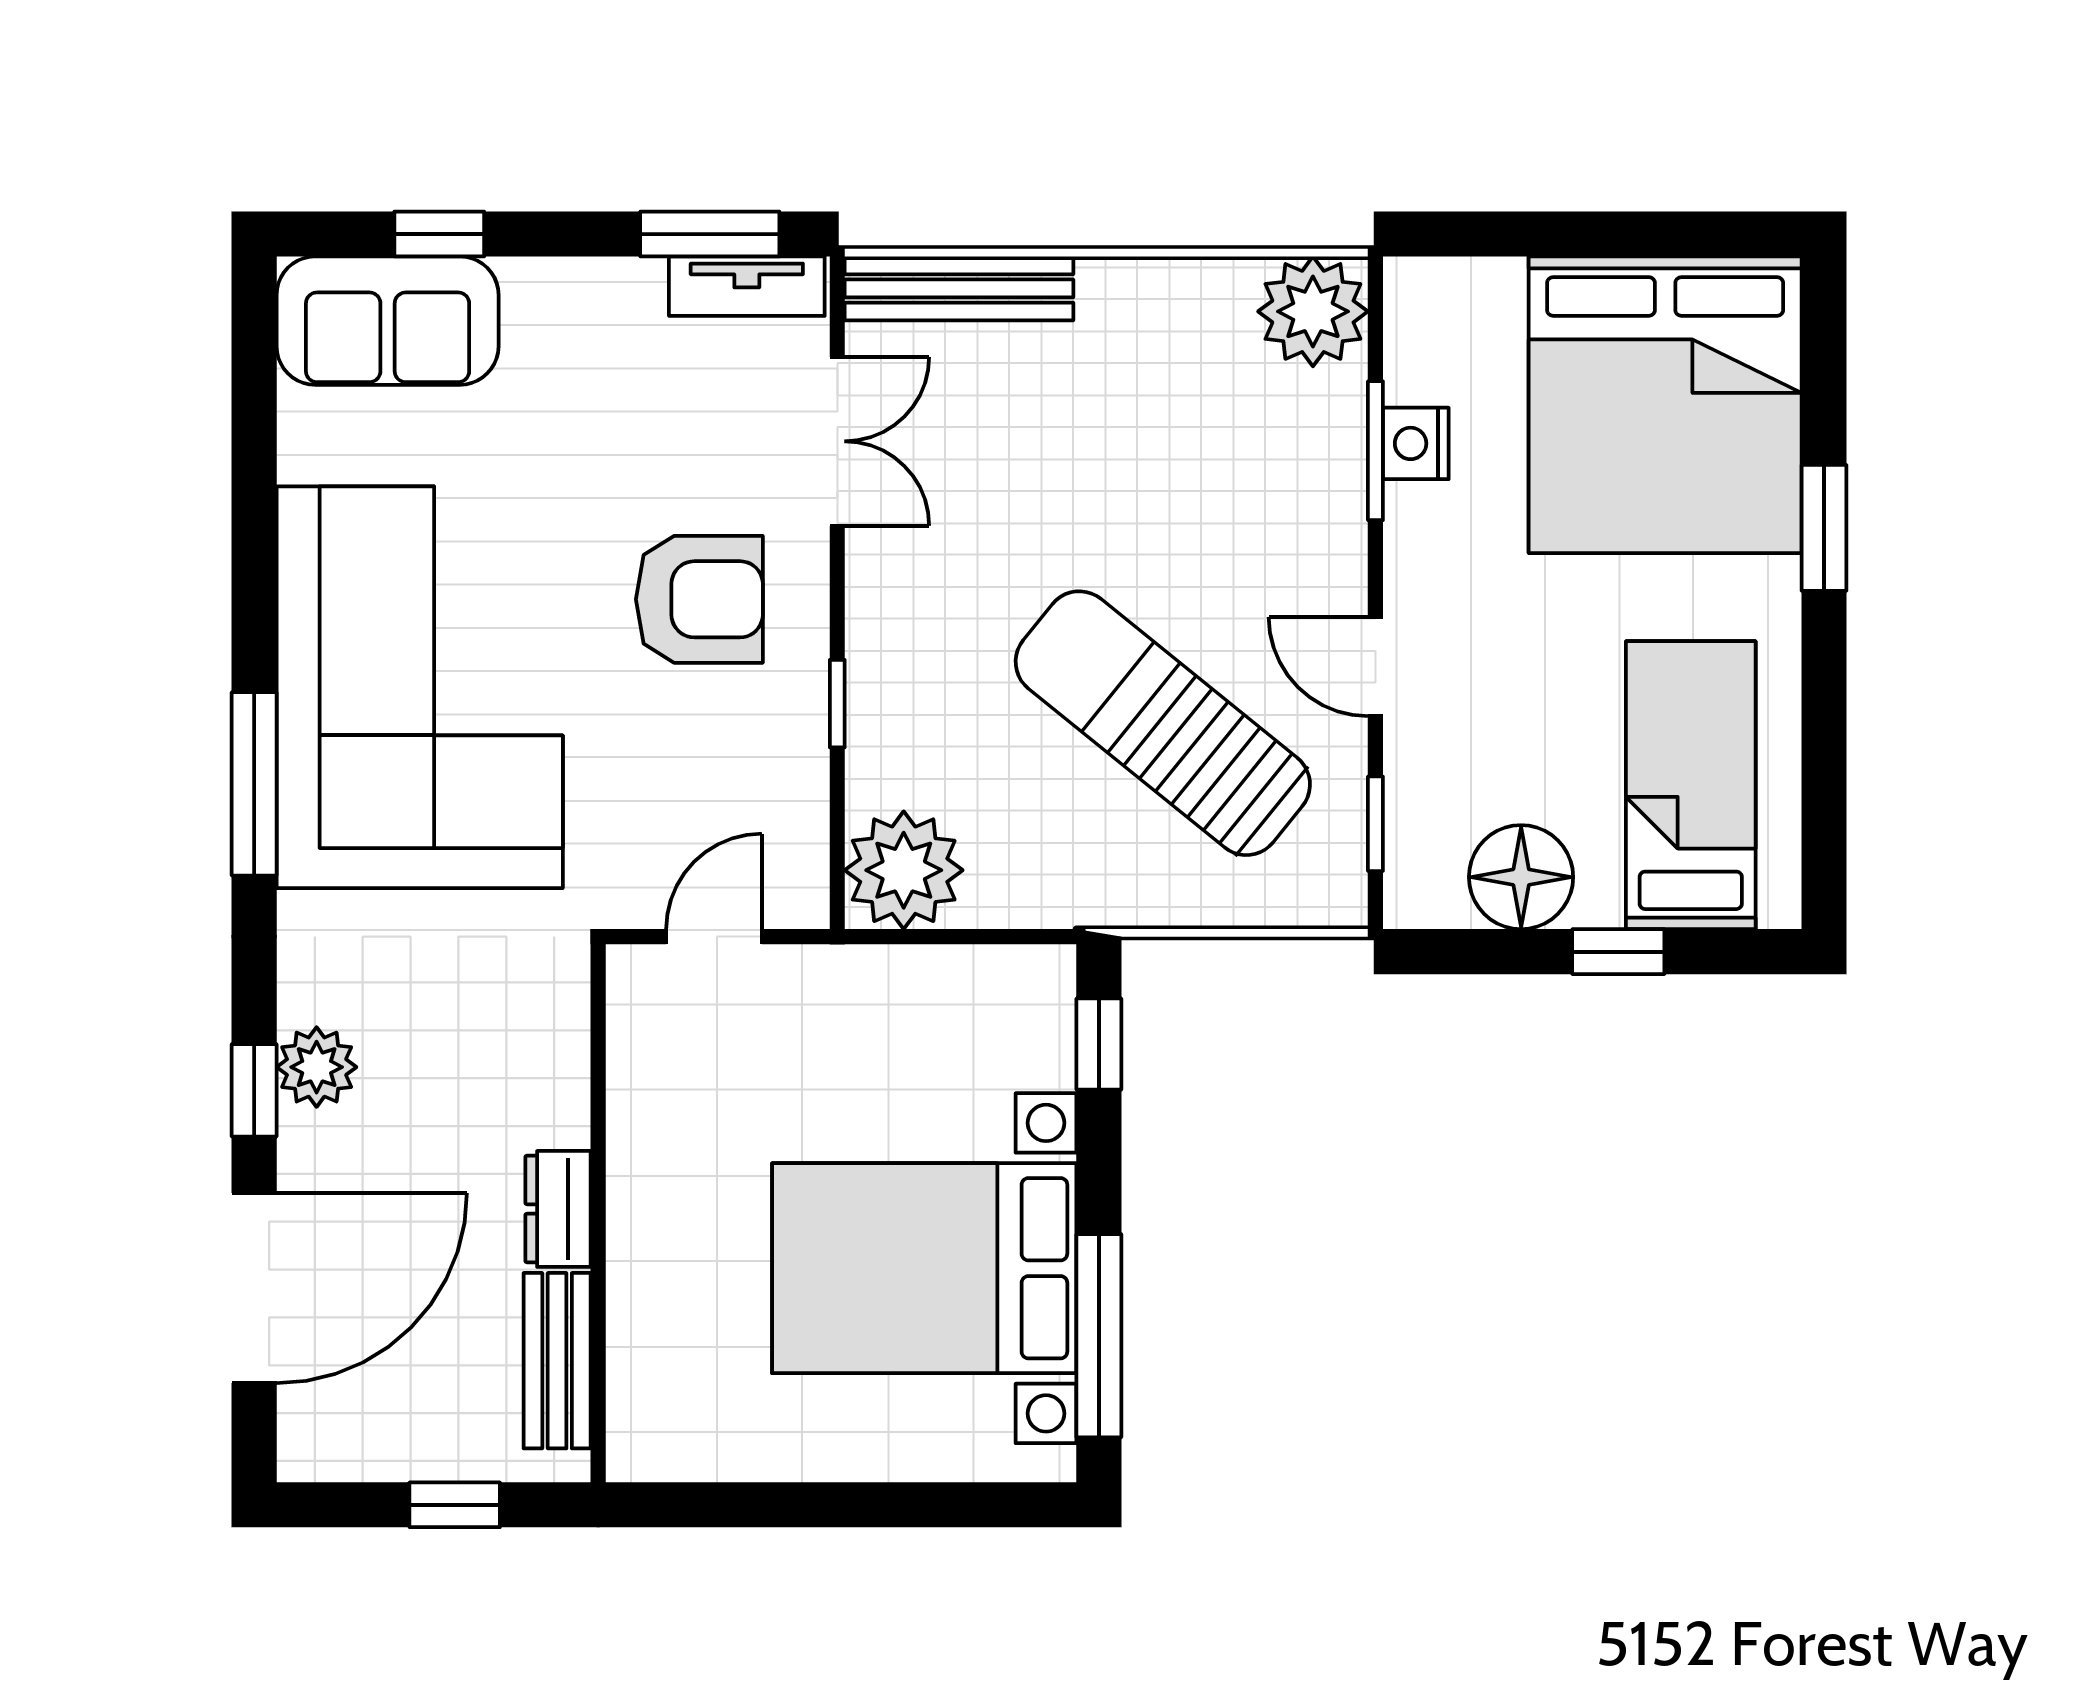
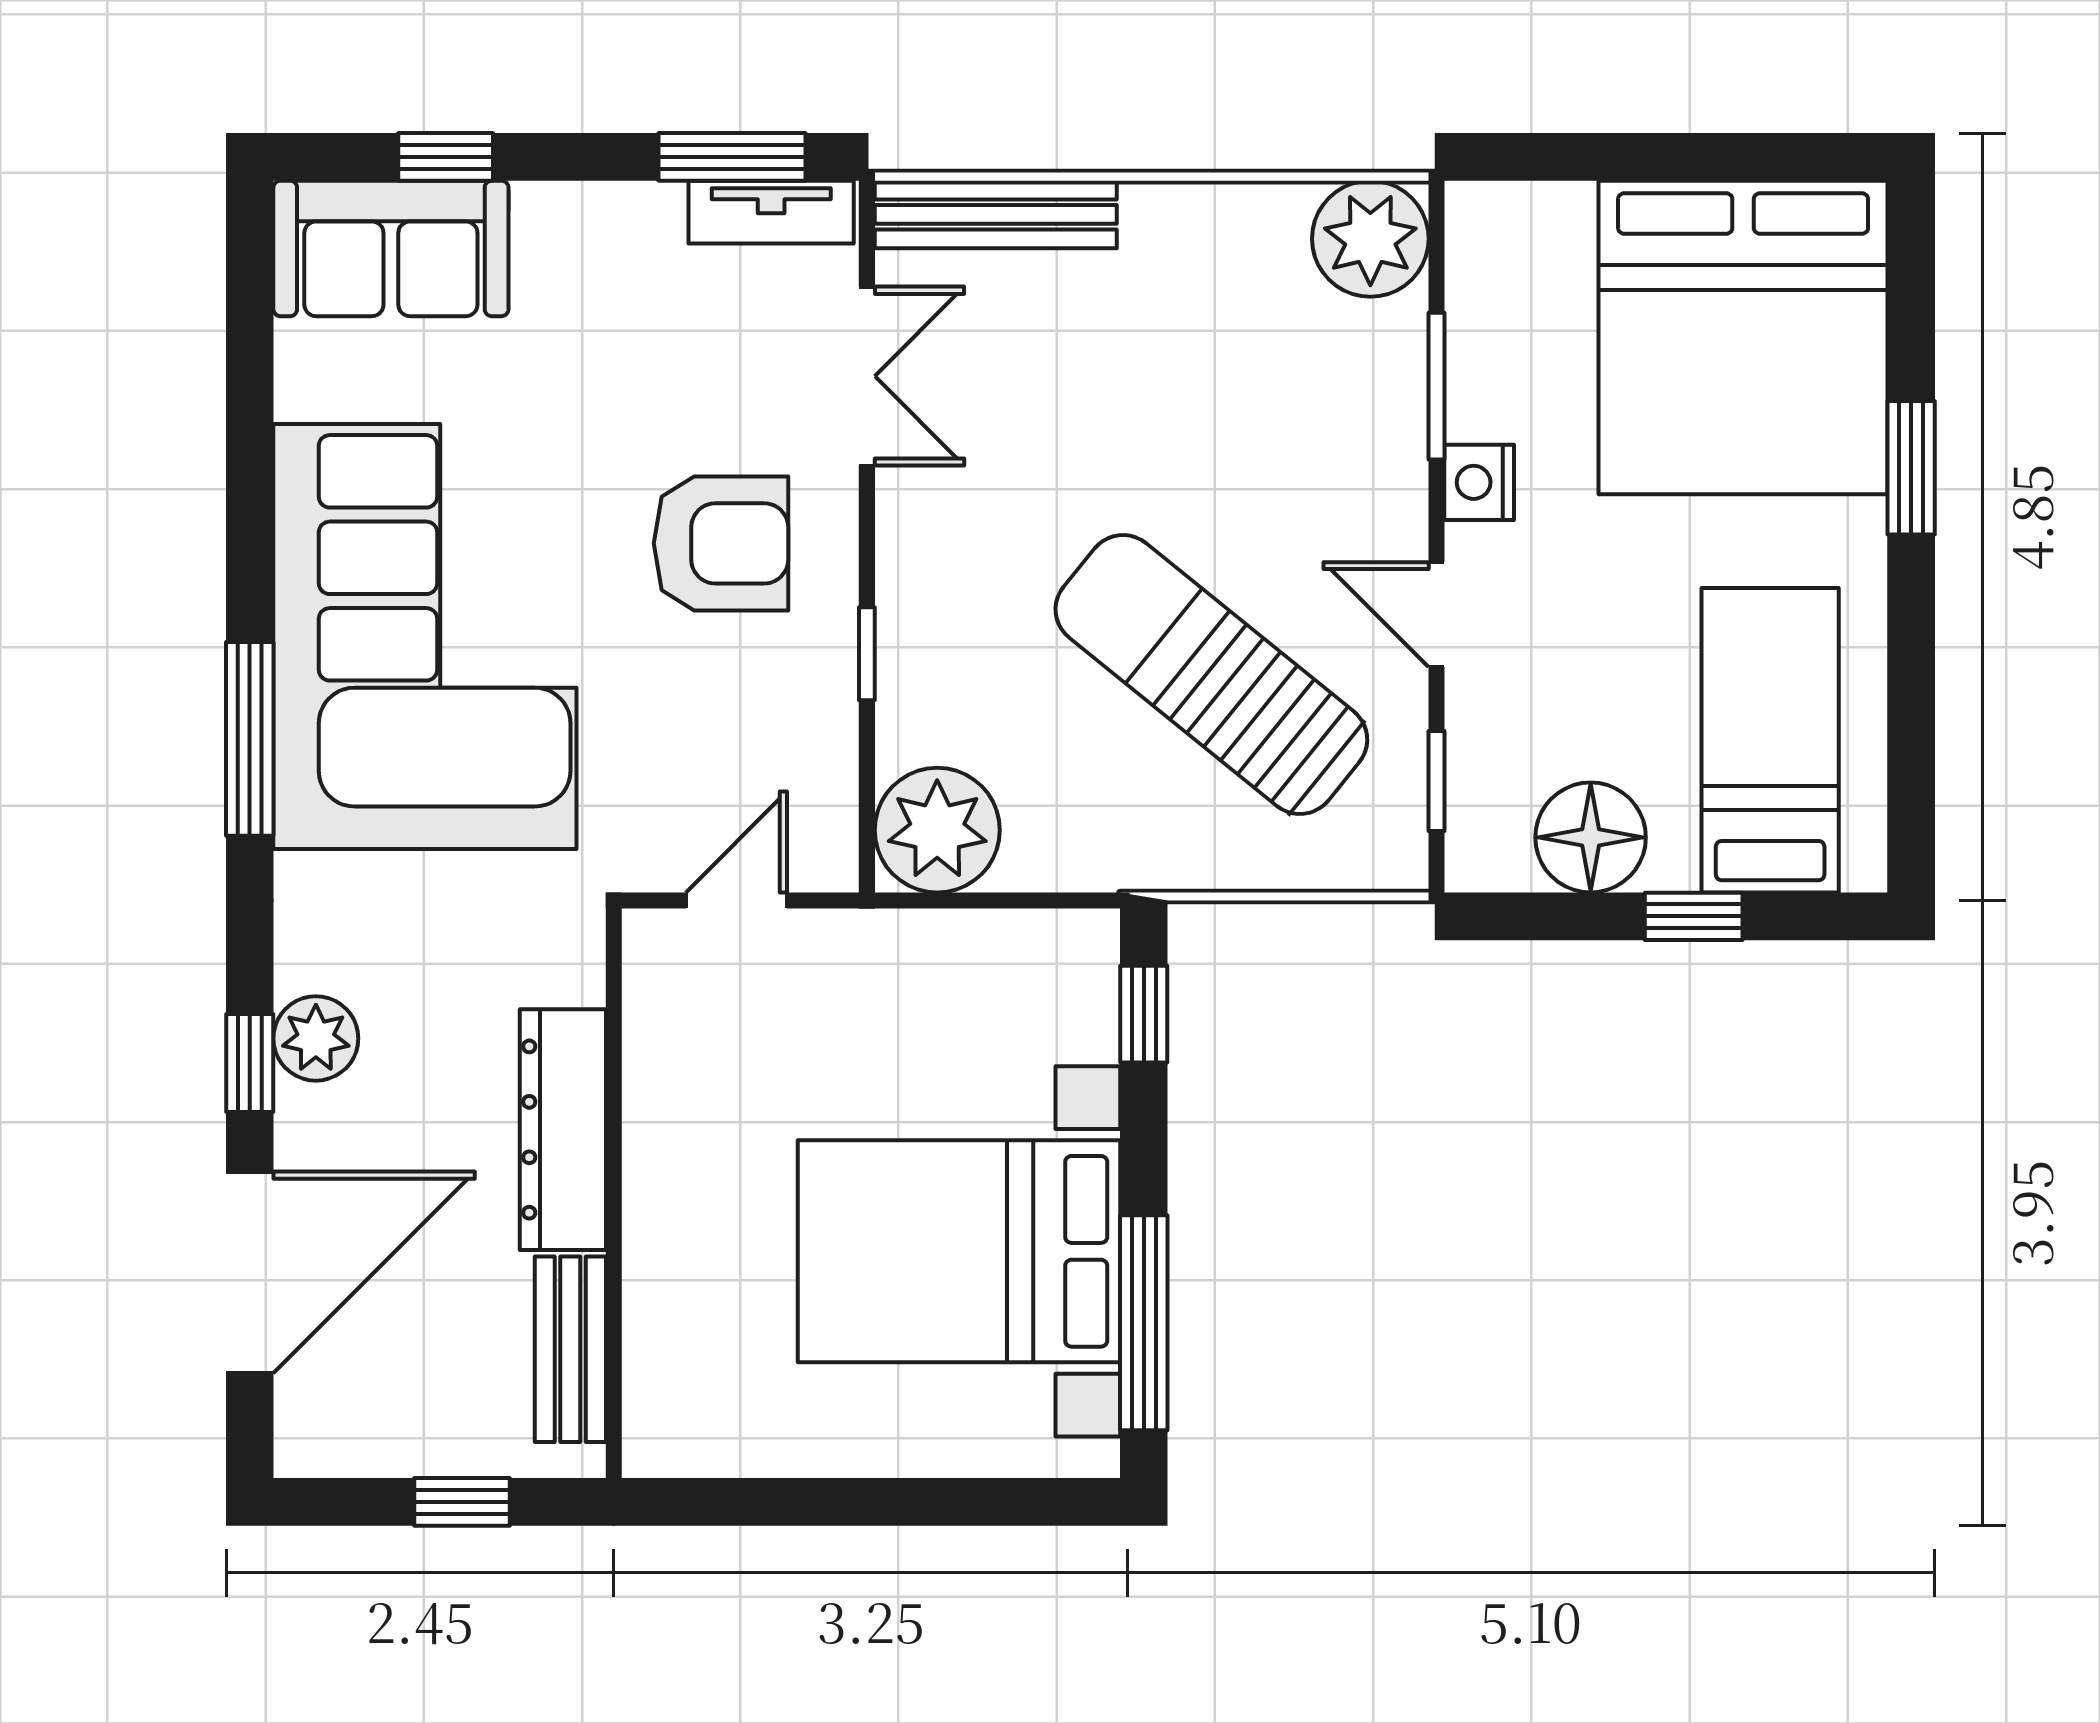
nightstand: (1416, 443) -> (1479, 482), moved
dresser: (558, 1209) -> (563, 1130), width x1.96, depth x1.24

